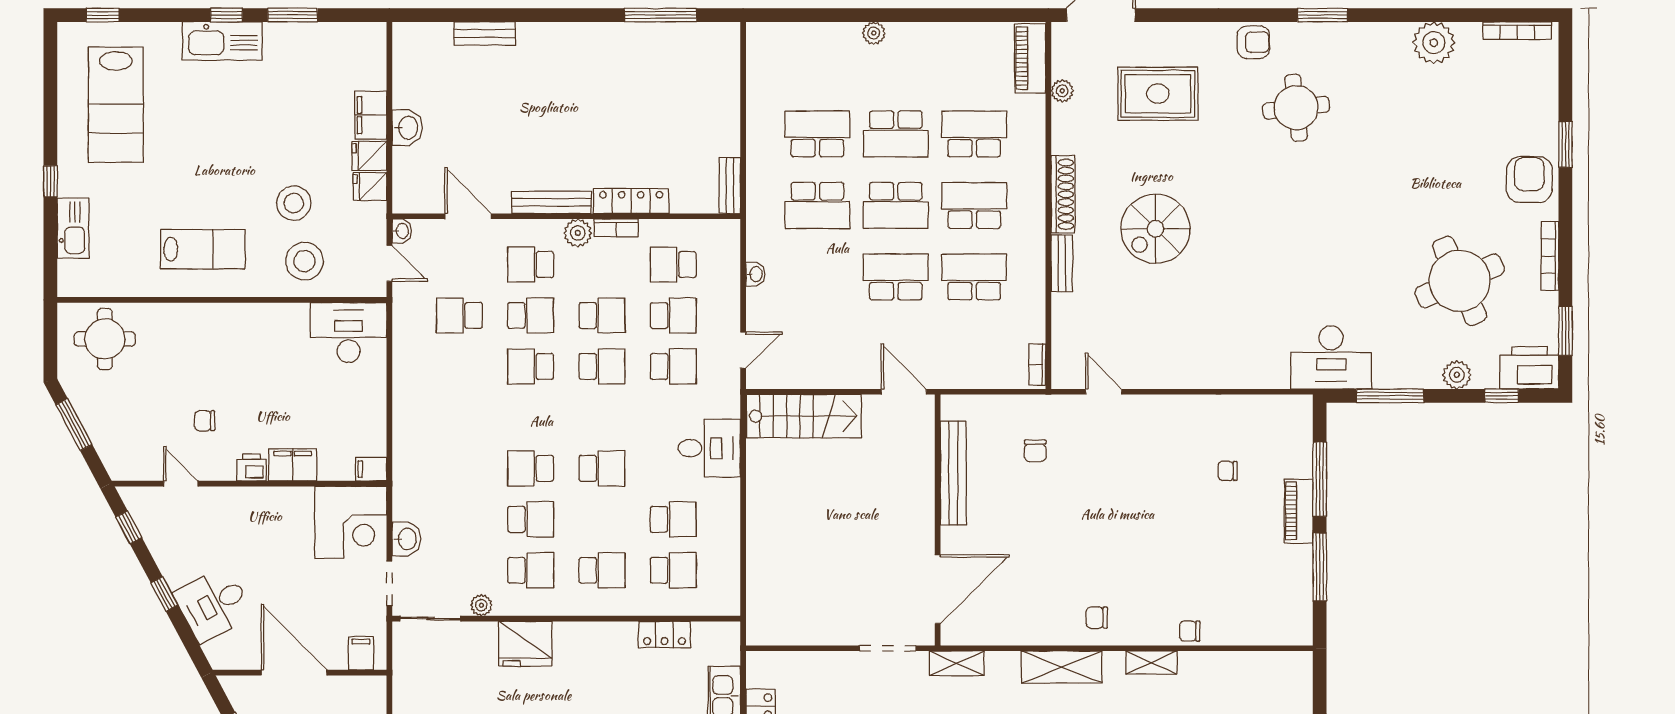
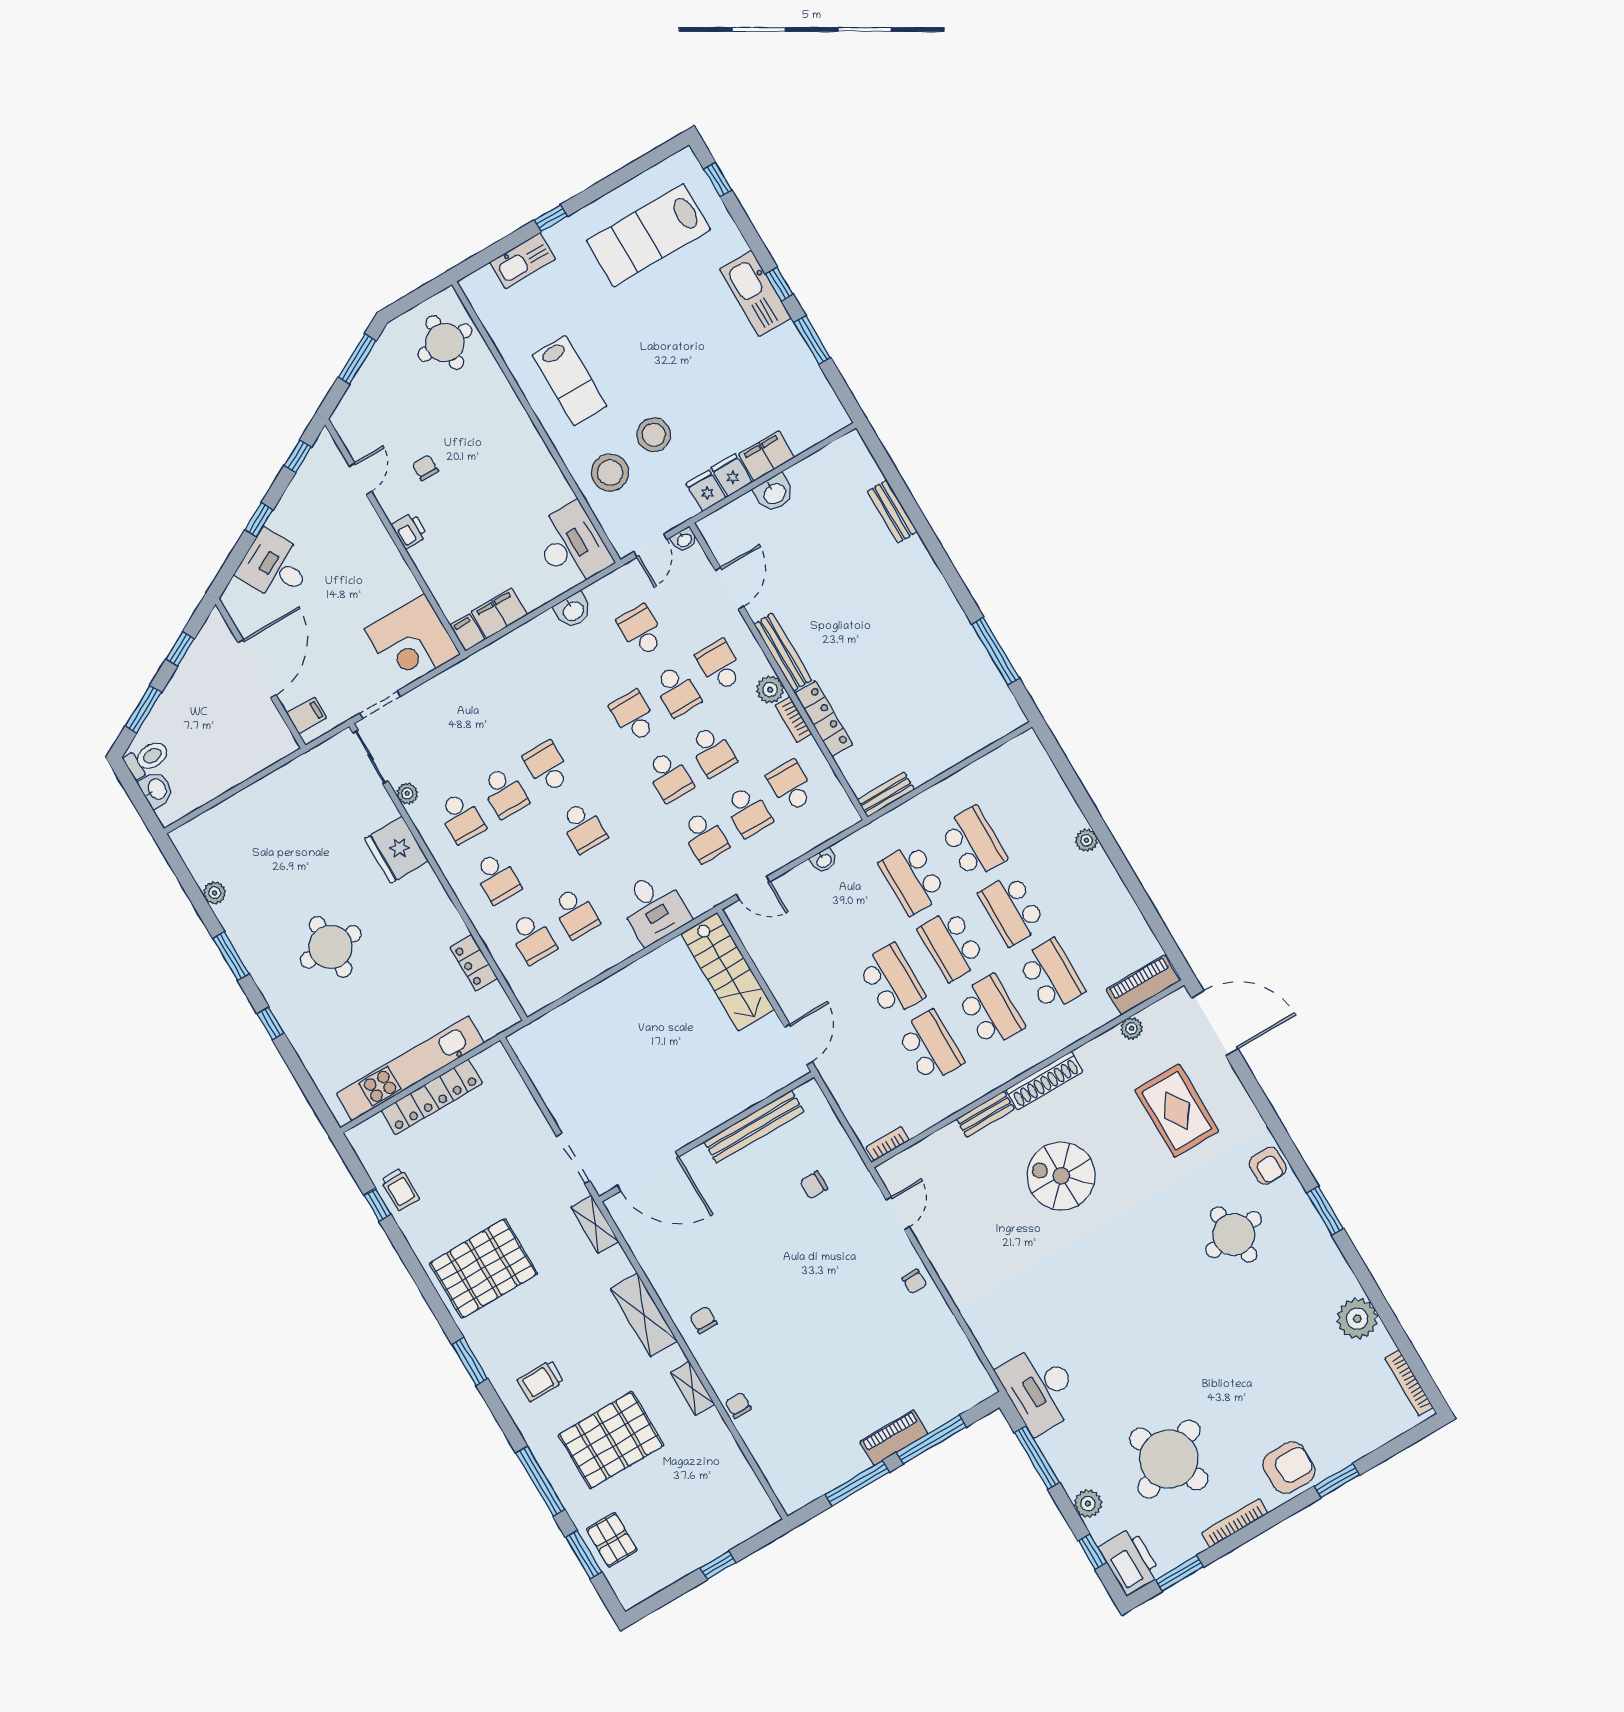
filing cabinet: (293, 465) -> (499, 613), moved, turned -90
chair: (1228, 471) -> (914, 1282), moved, turned 180
washbasin: (406, 539) -> (573, 611), moved

